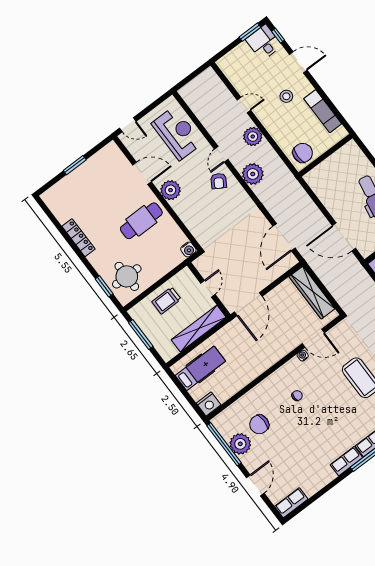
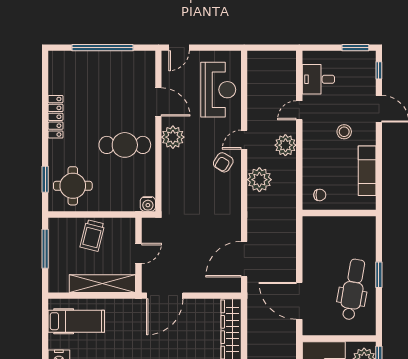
desk: (264, 42) -> (318, 79), moved, turned -90
door: (244, 105) -> (299, 110), swing flipped
door: (128, 125) -> (179, 48), hinge flipped
chair: (303, 153) -> (320, 195), width x0.54, depth x0.54
window: (75, 165) -> (103, 48), width x2.11
trolley: (166, 301) -> (92, 236), turned -76

